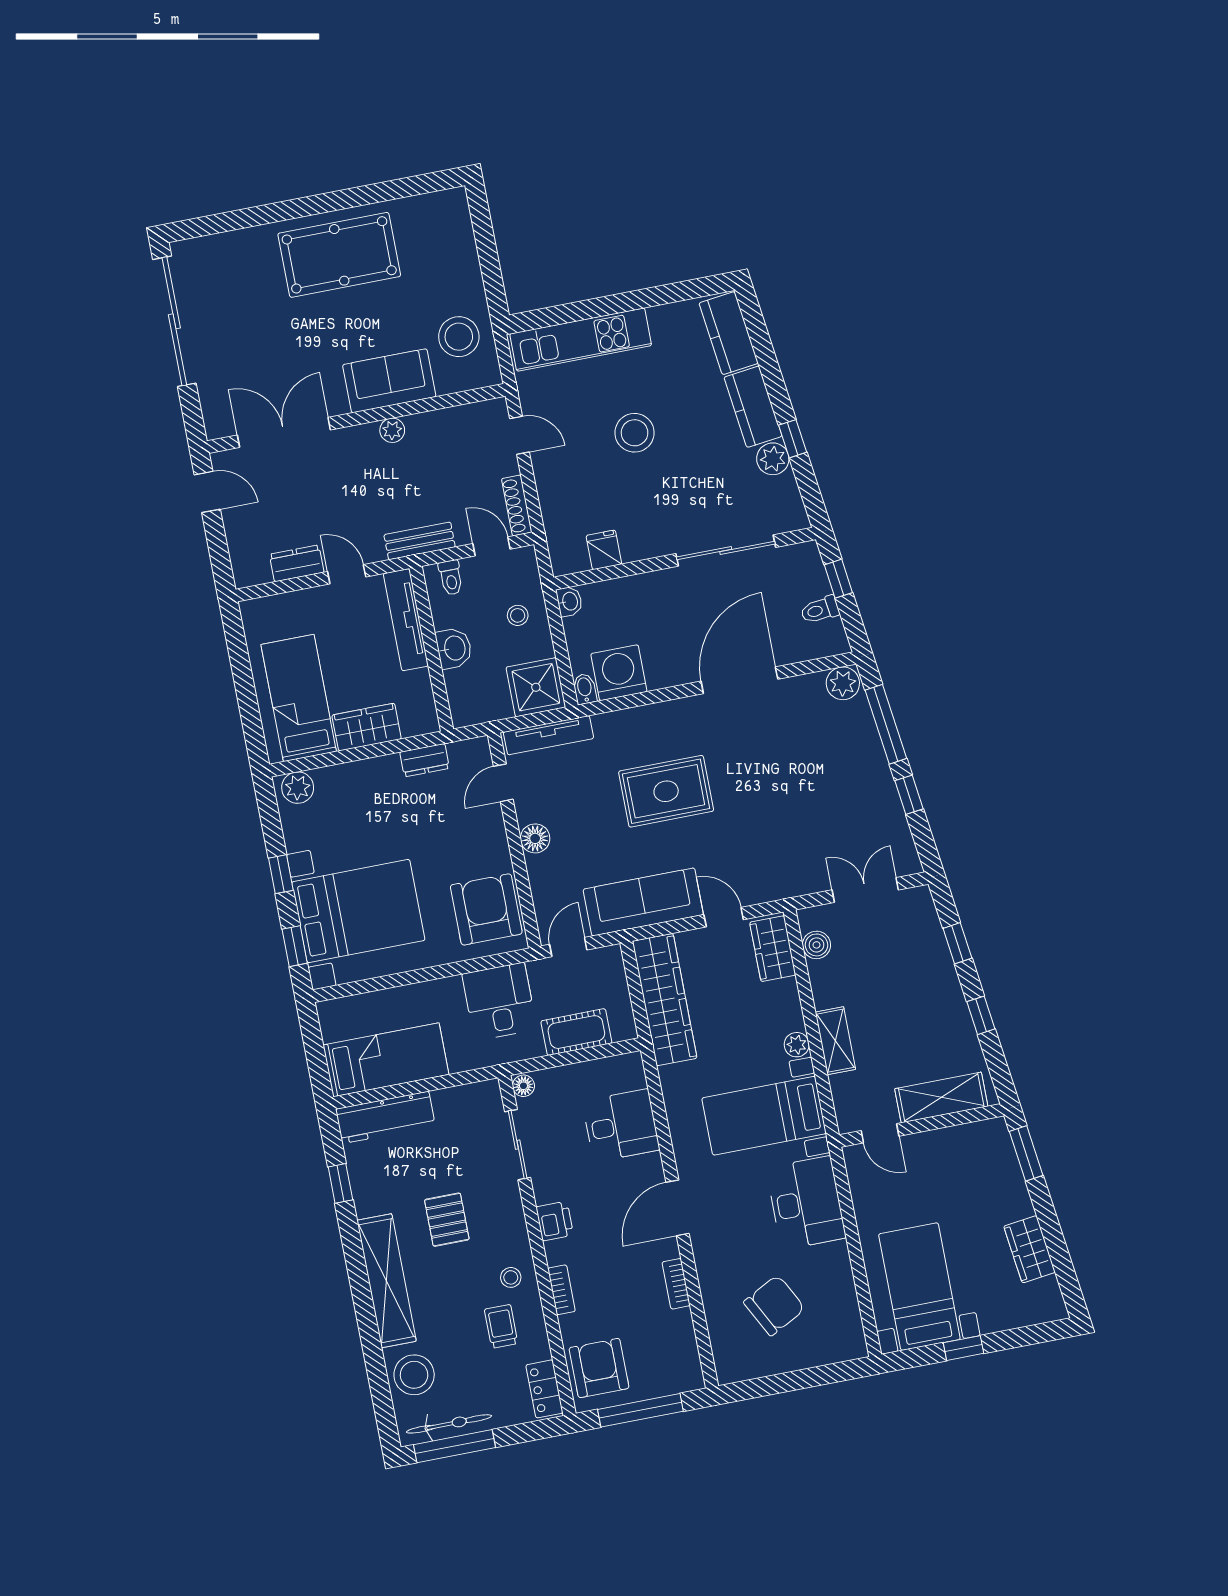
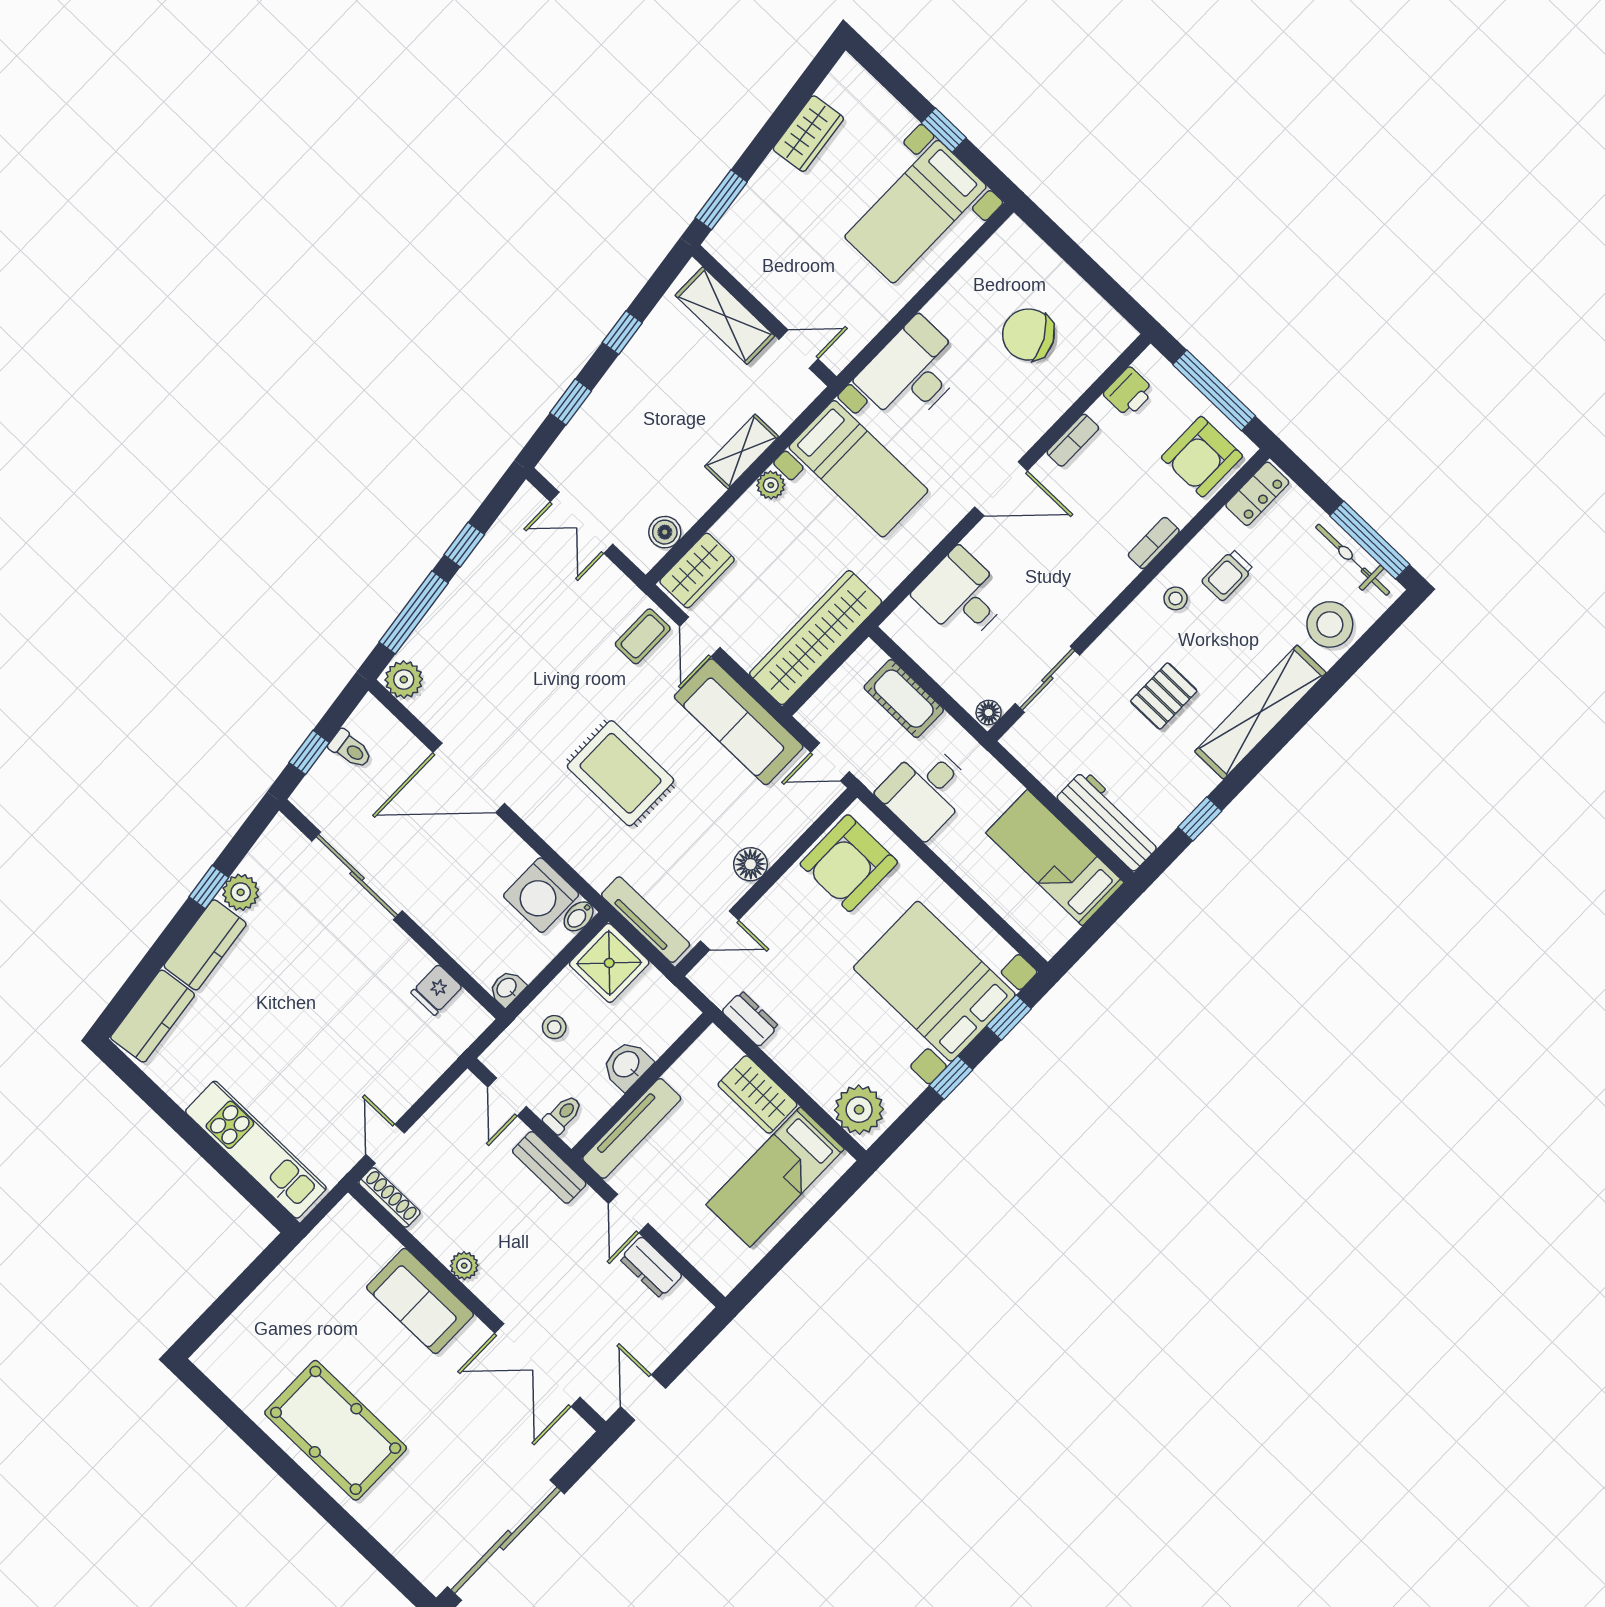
stool: (459, 337) -> (333, 1265), removed
stool: (635, 433) -> (307, 1038), removed
shoe rack: (517, 505) -> (390, 1197), moved, turned -90
plant: (298, 788) -> (859, 1110), width x1.36, depth x1.36
coffee table: (753, 876) -> (643, 636), added
door: (880, 1133) -> (799, 349), hinge flipped
printer: (555, 1221) -> (1129, 392), moved, turned 180

